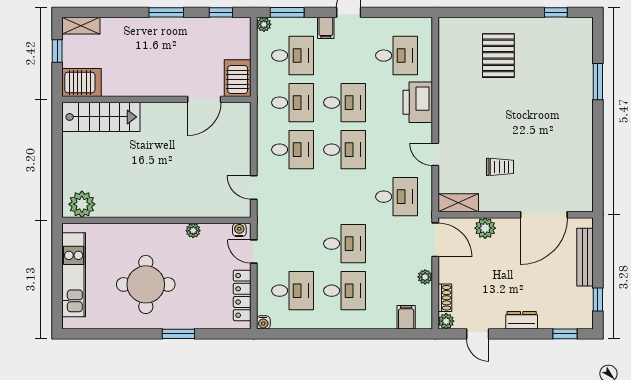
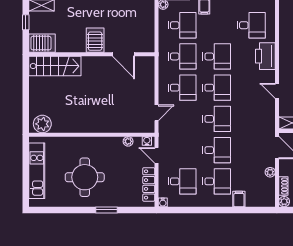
server rack: (238, 78) -> (95, 40), moved
door: (204, 99) -> (123, 54), hinge flipped
door: (254, 187) -> (156, 113), swing flipped
desk: (397, 197) -> (217, 119), moved
plant: (193, 231) -> (128, 141), moved
filing cabinet: (406, 317) -> (239, 199), moved

